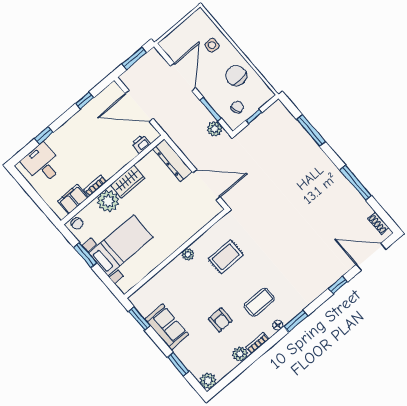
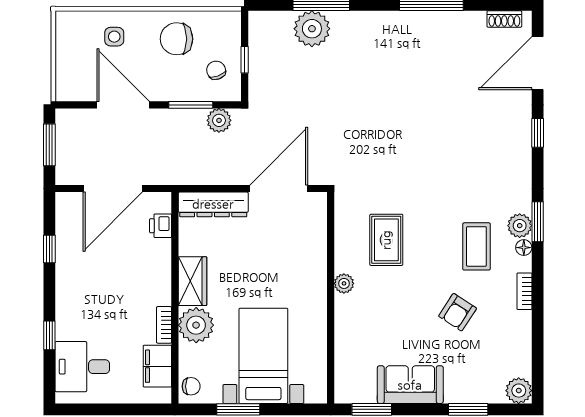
plant: (296, 136) -> (312, 29), added
armchair: (220, 320) -> (458, 312), turned 123
plant: (240, 354) -> (520, 226), moved

